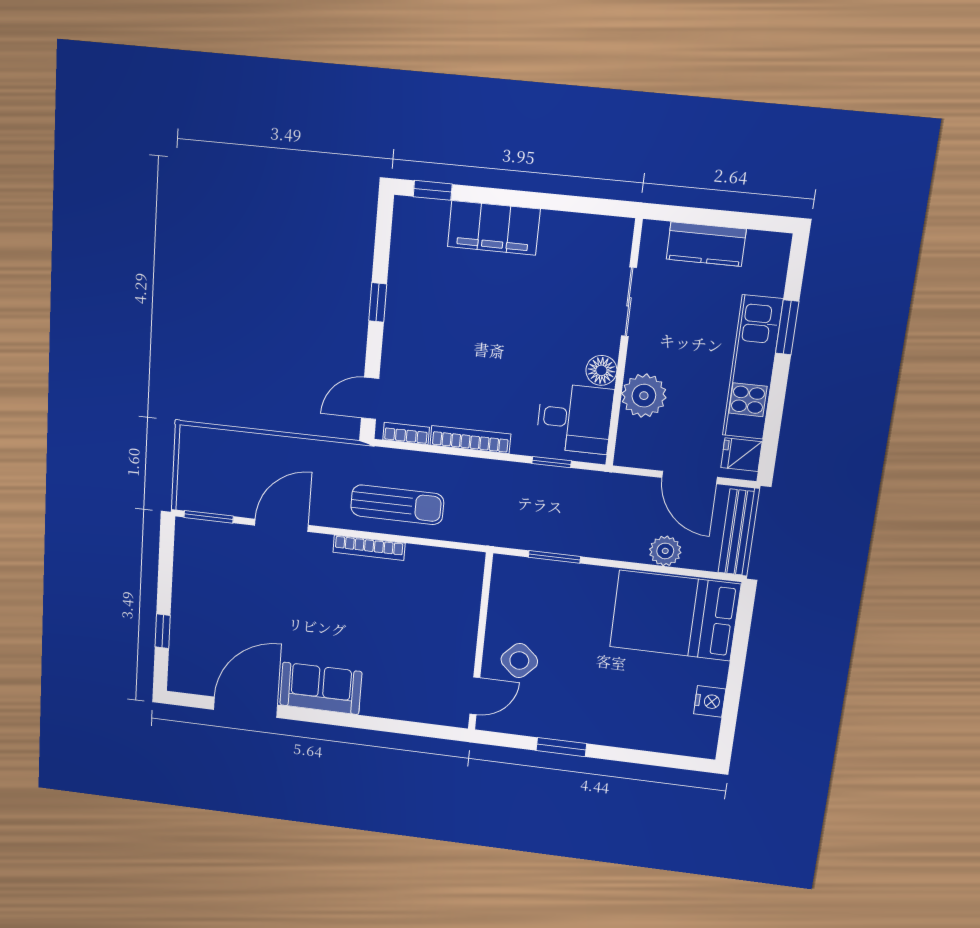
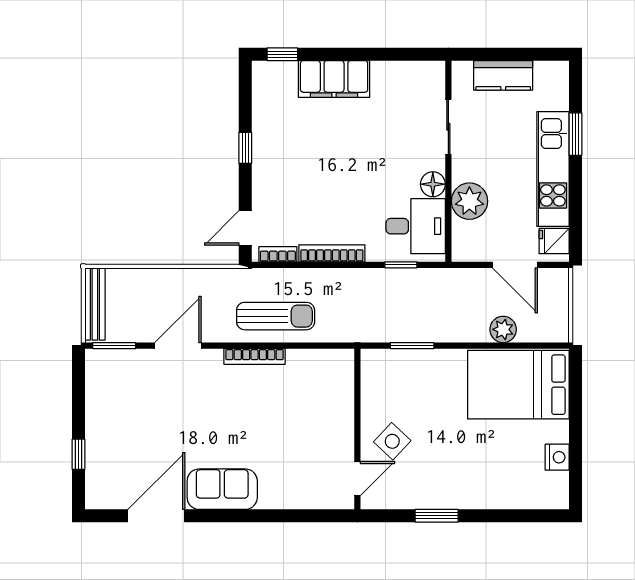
bench: (736, 532) -> (95, 304), moved

